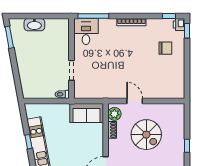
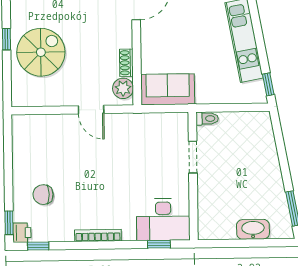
window: (93, 16) -> (159, 244), width x0.46
desk: (86, 31) -> (163, 220), width x1.37
spiral stairs: (146, 135) -> (41, 52), moved, turned 90
window: (28, 142) -> (268, 84), moved

